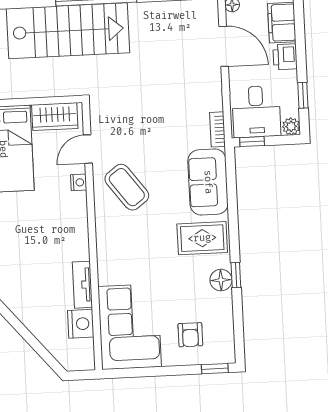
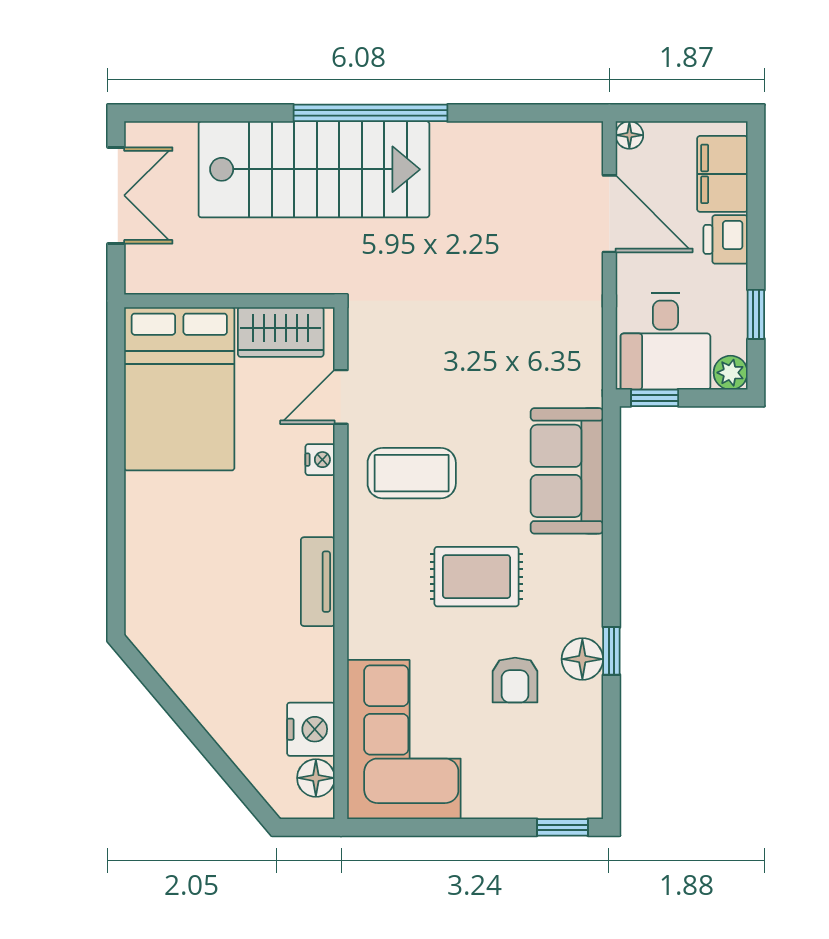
bookcase: (217, 129) -> (590, 372), removed
coffee table: (127, 187) -> (412, 473), turned -53
rug: (202, 238) -> (477, 577), moved
tv unit: (82, 285) -> (318, 582), moved
armchair: (190, 335) -> (515, 680), moved
floor lamp: (85, 349) -> (316, 778), added

